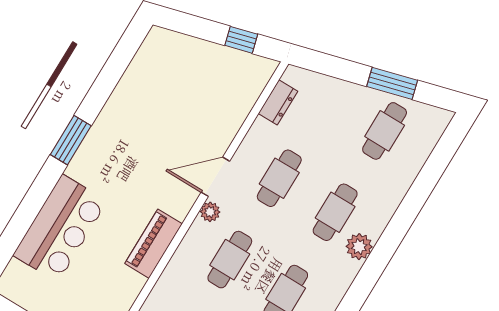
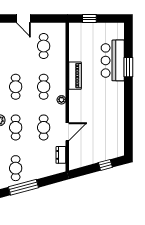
window: (241, 40) -> (105, 165), moved
window: (392, 83) -> (23, 187), width x1.44
window: (71, 140) -> (128, 67), moved
door: (215, 177) -> (67, 132), moved

